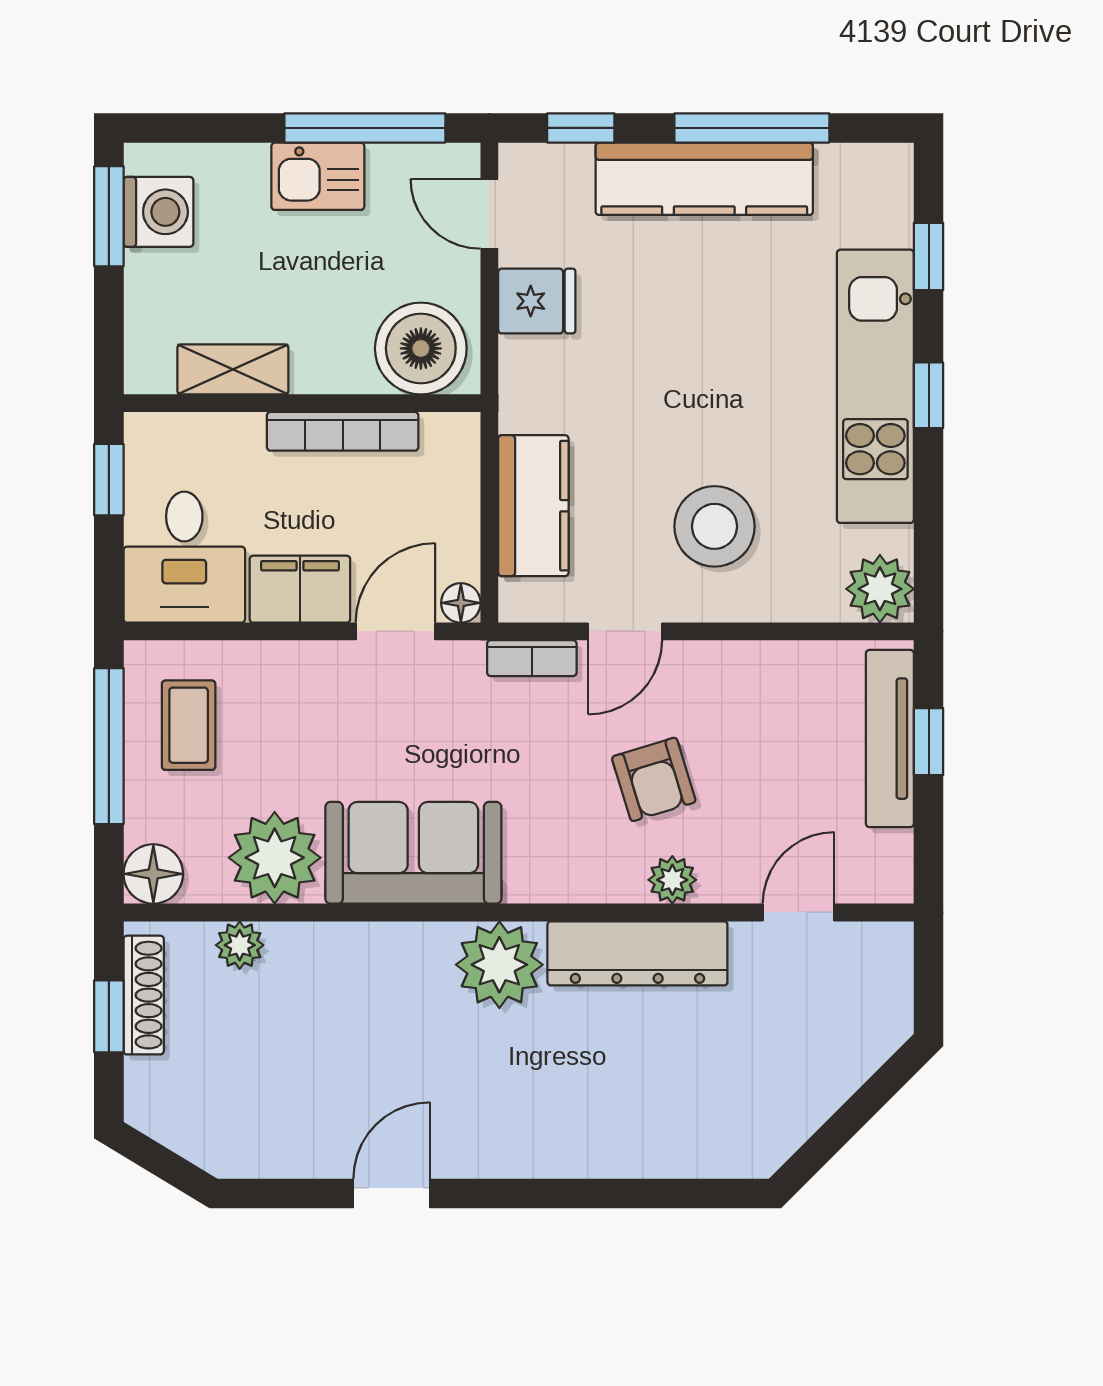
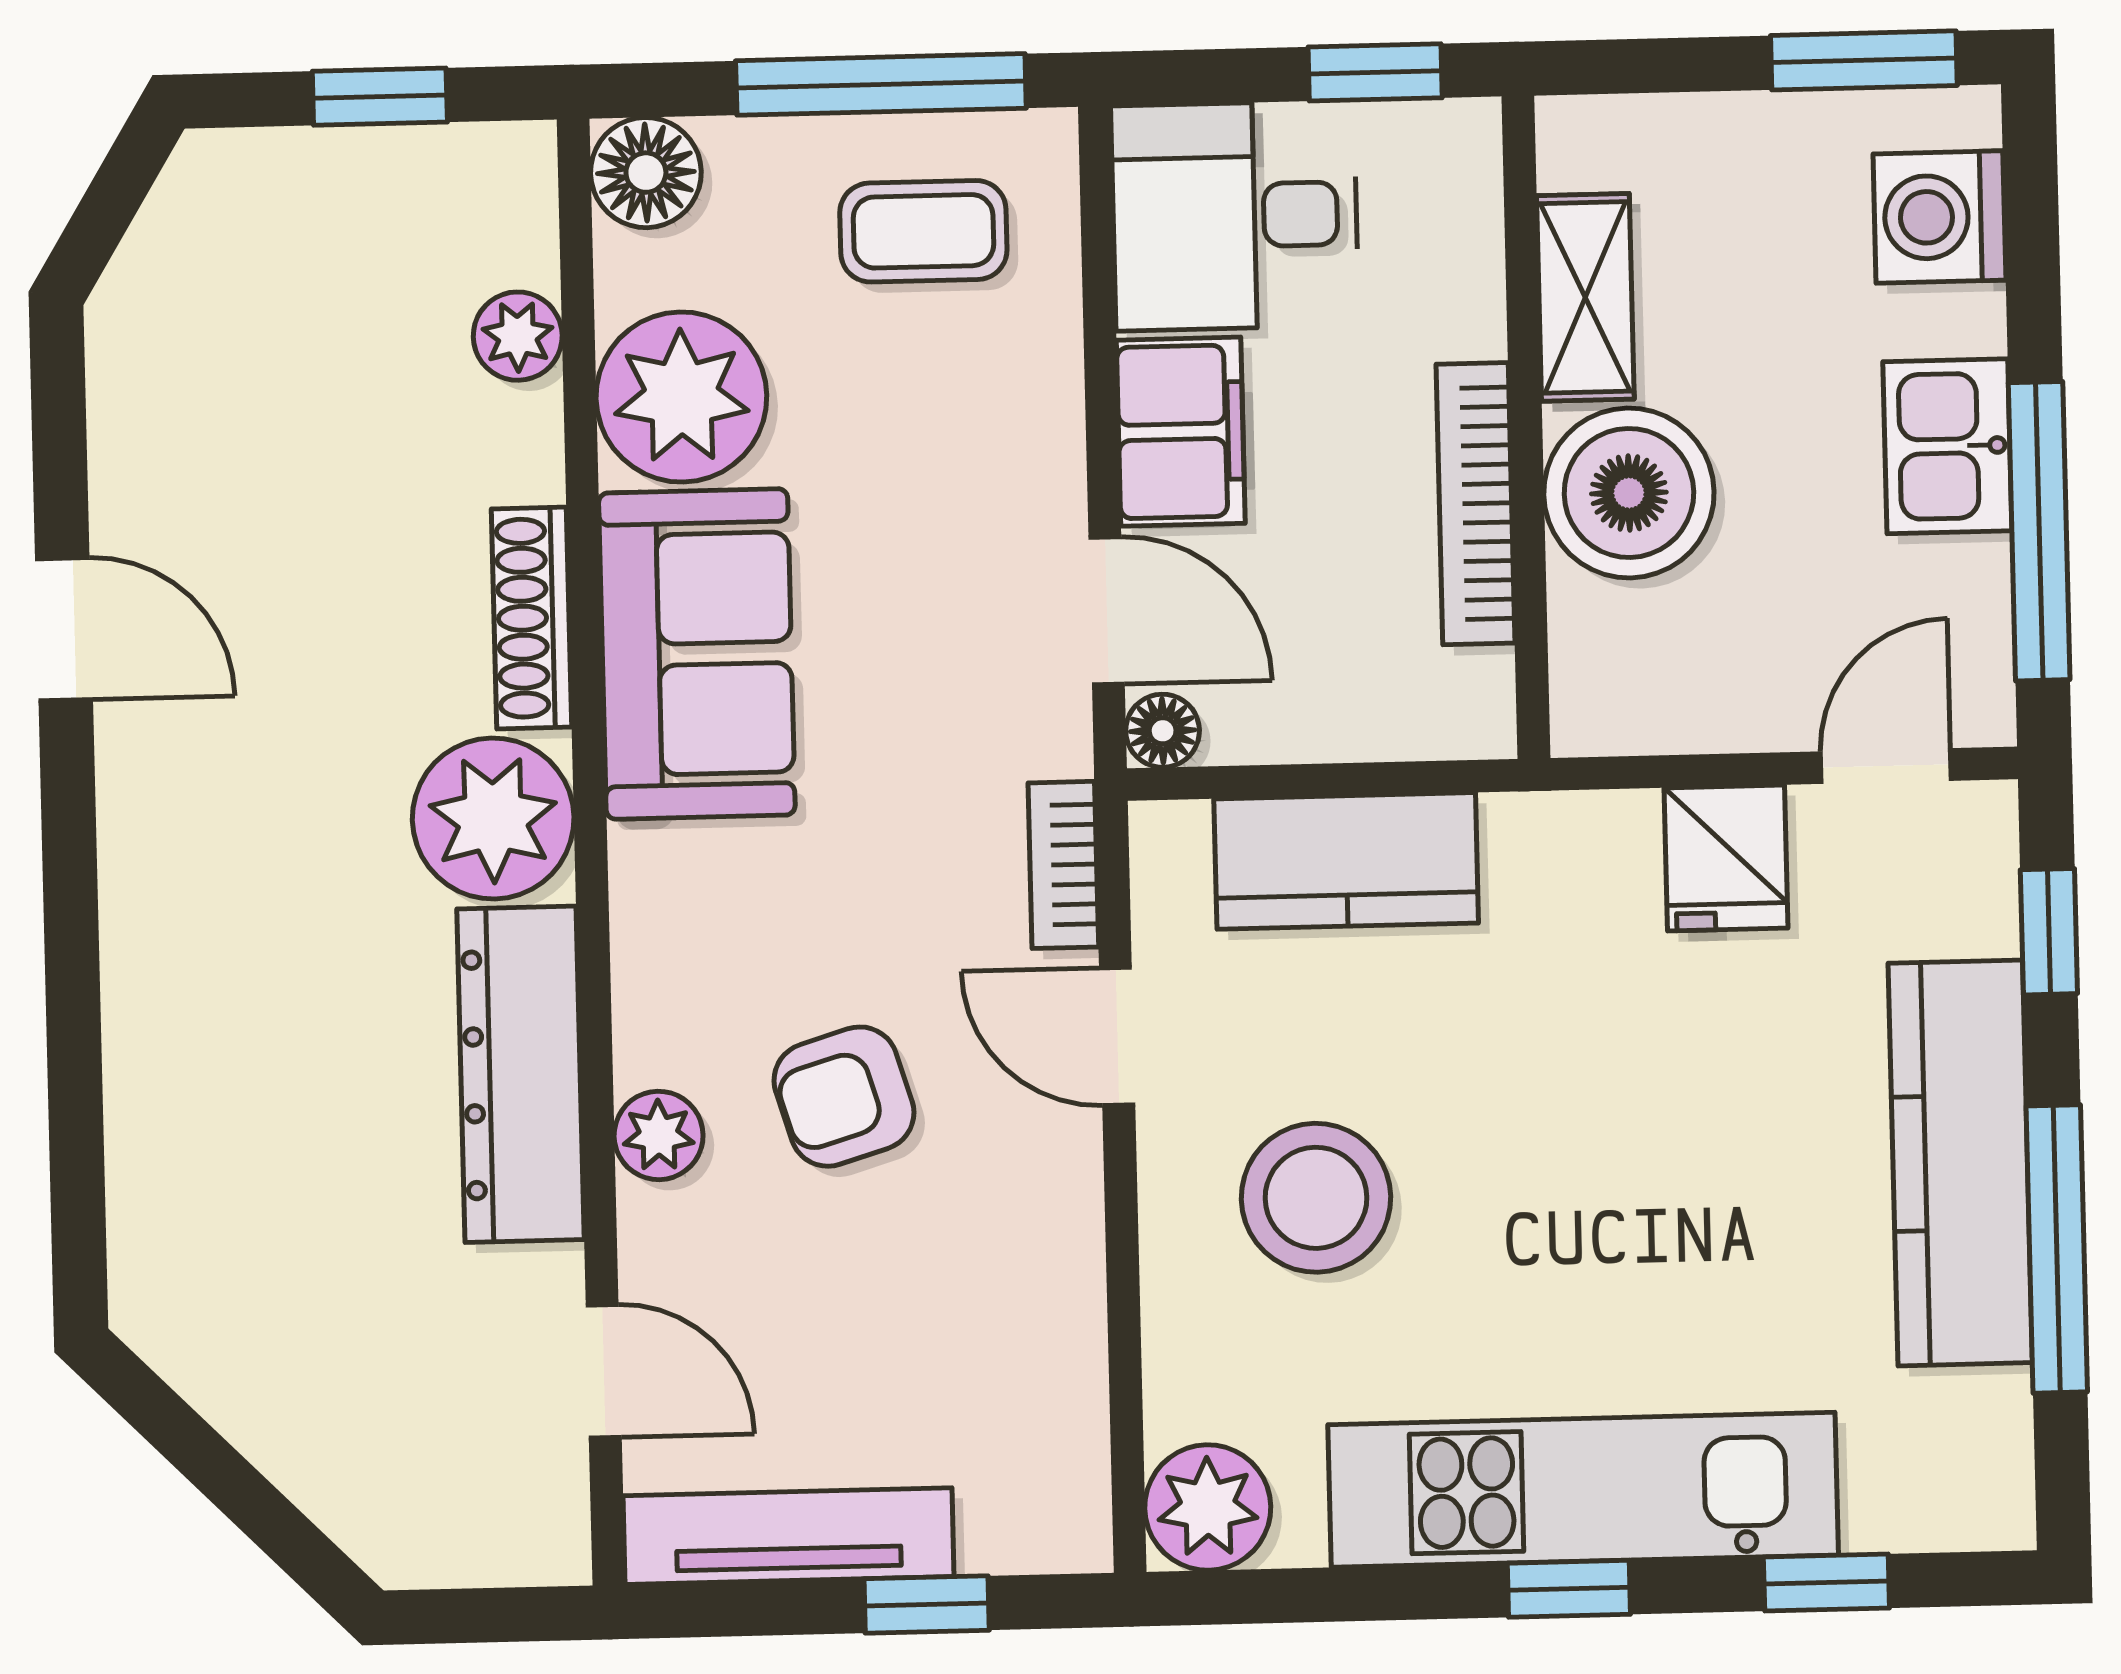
washing machine: (158, 212) -> (1939, 217), moved, turned 90
boiler: (421, 348) -> (1629, 493), moved
tv unit: (890, 739) -> (788, 1536), moved
shoe rack: (144, 995) -> (532, 618), moved, turned 90

